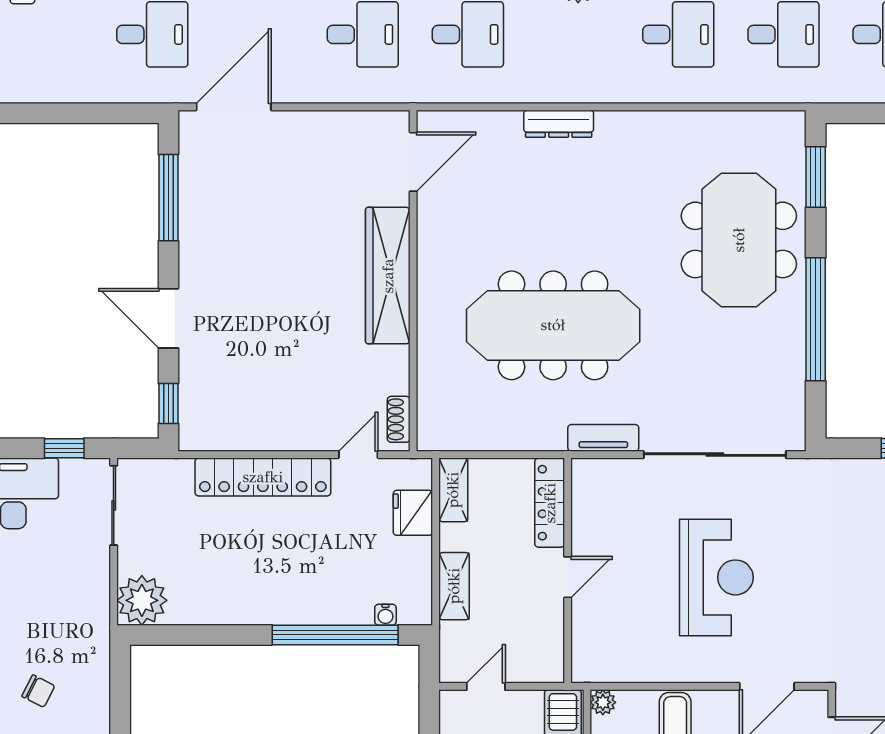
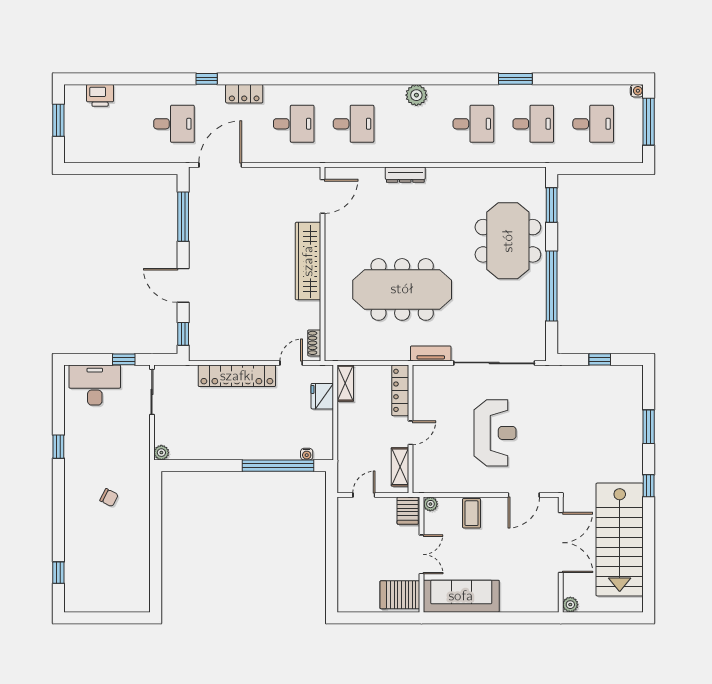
shelving: (454, 586) -> (400, 467), moved
plant: (142, 600) -> (161, 453), width x0.53, depth x0.53

